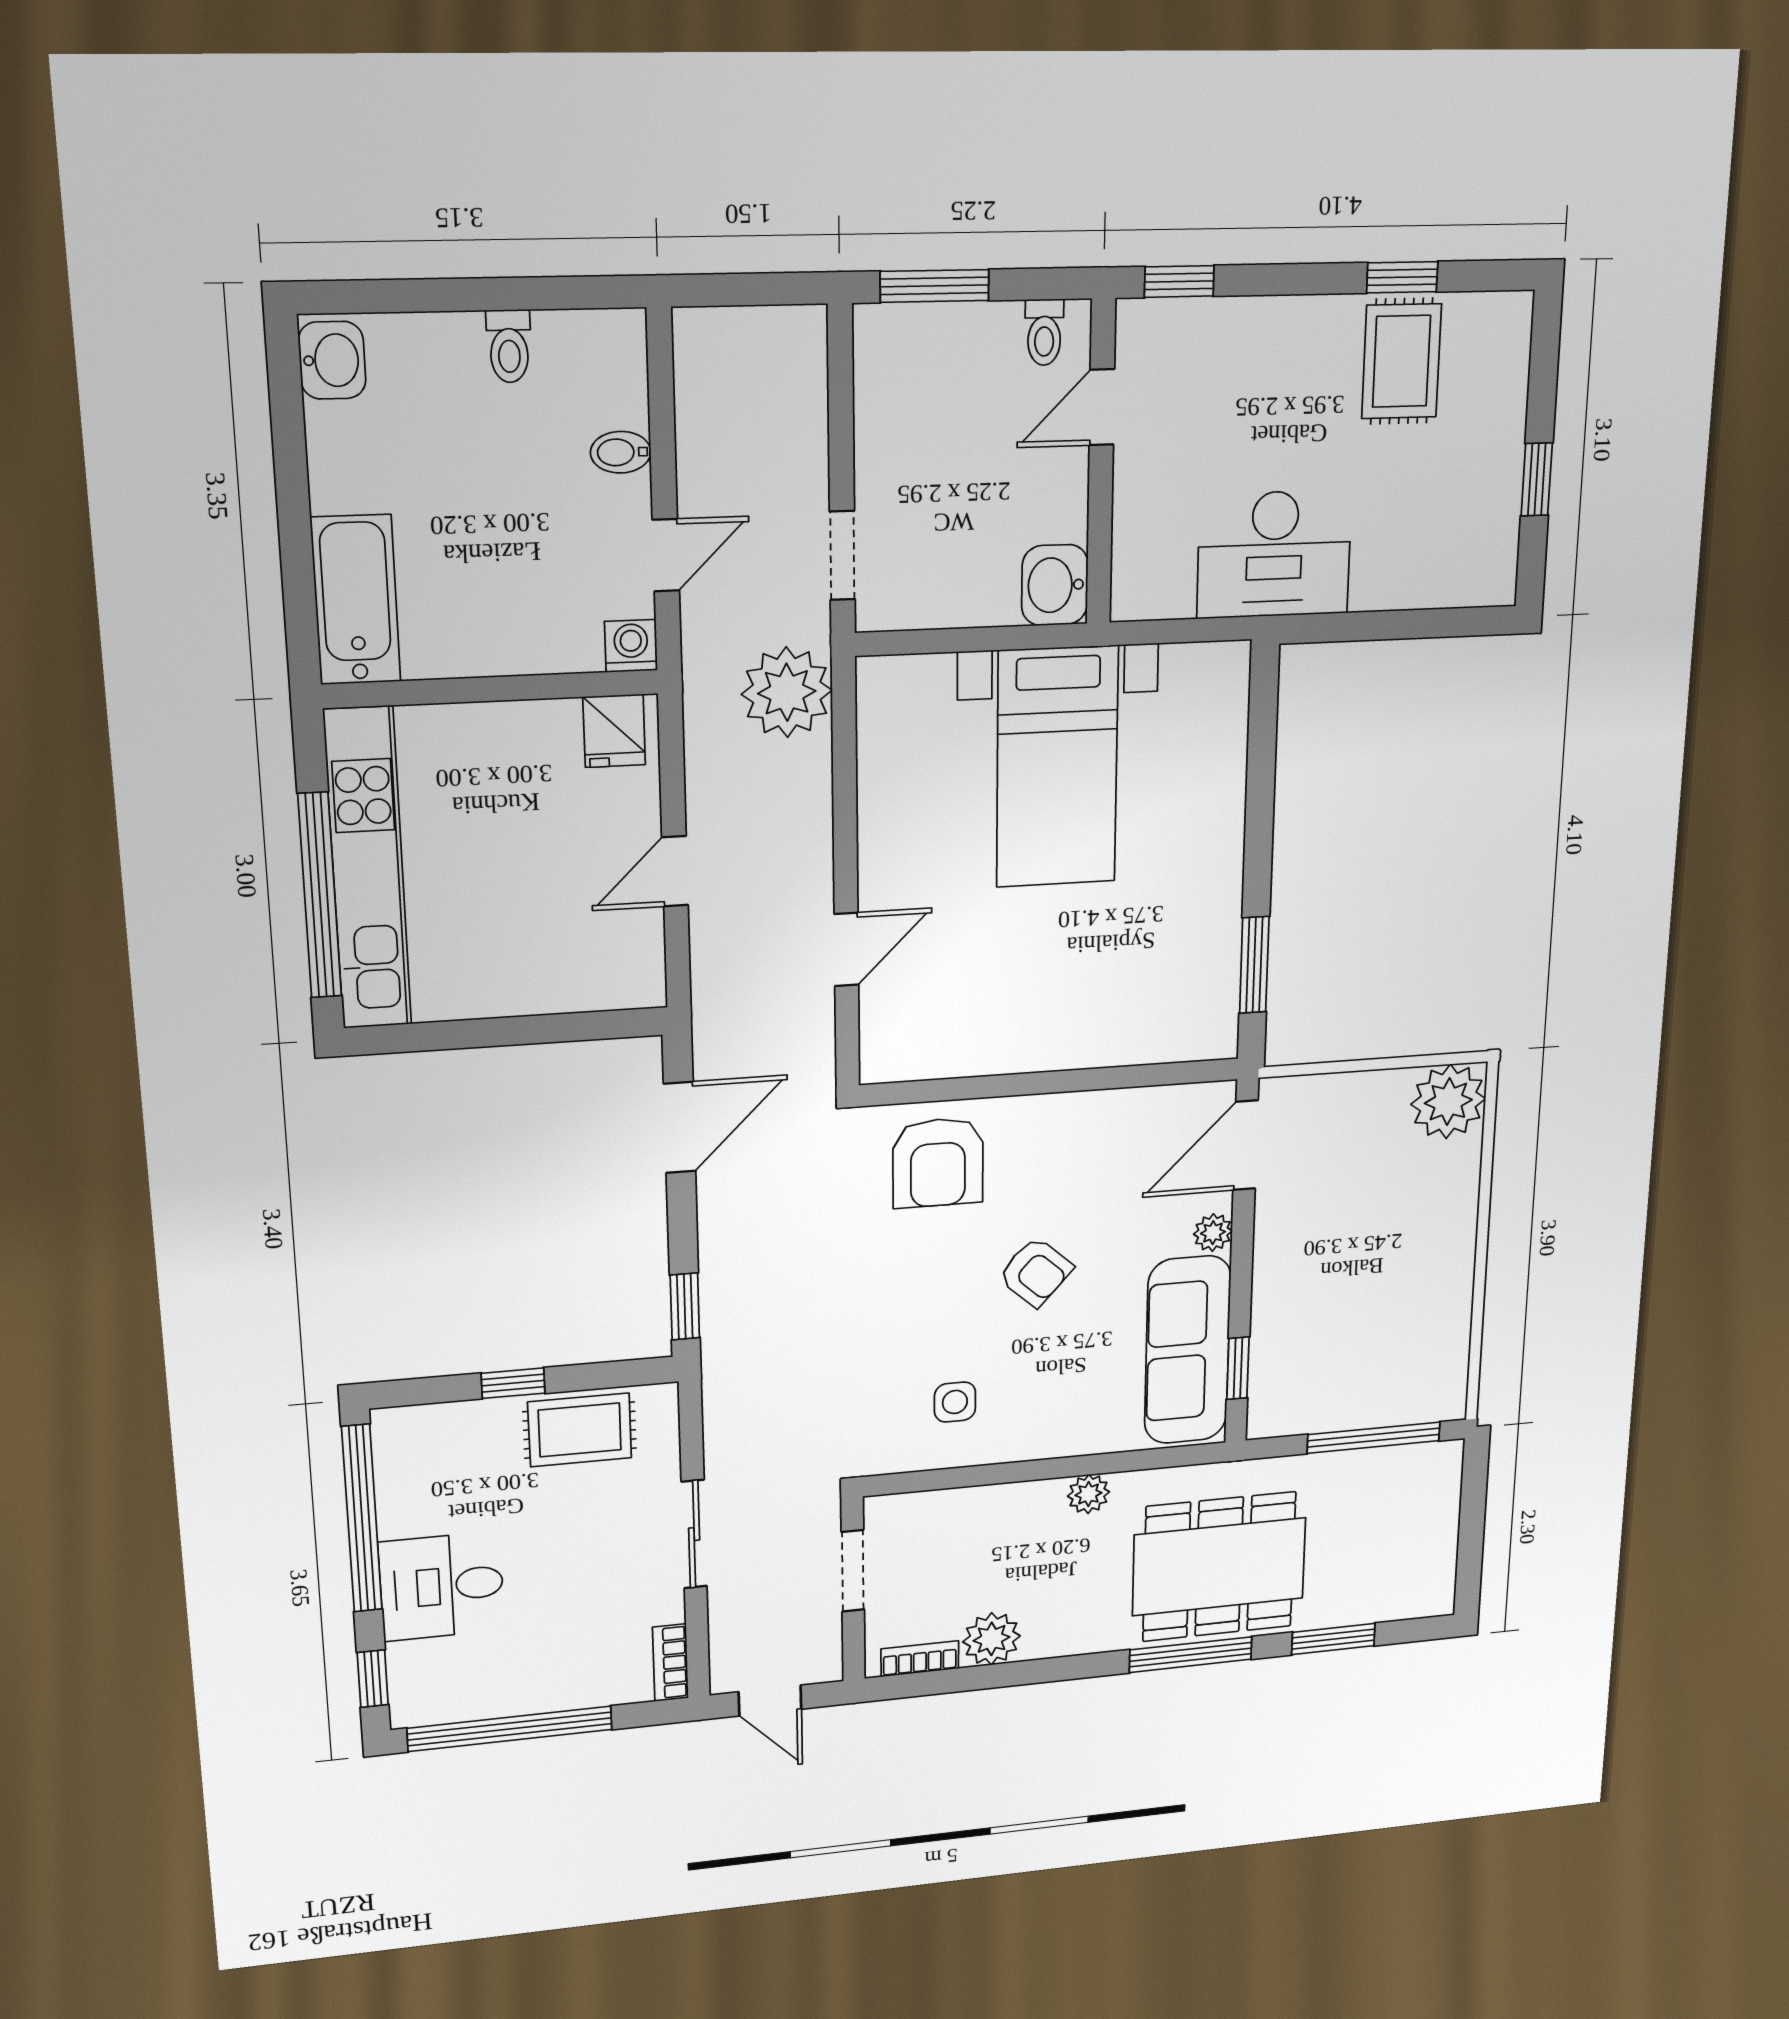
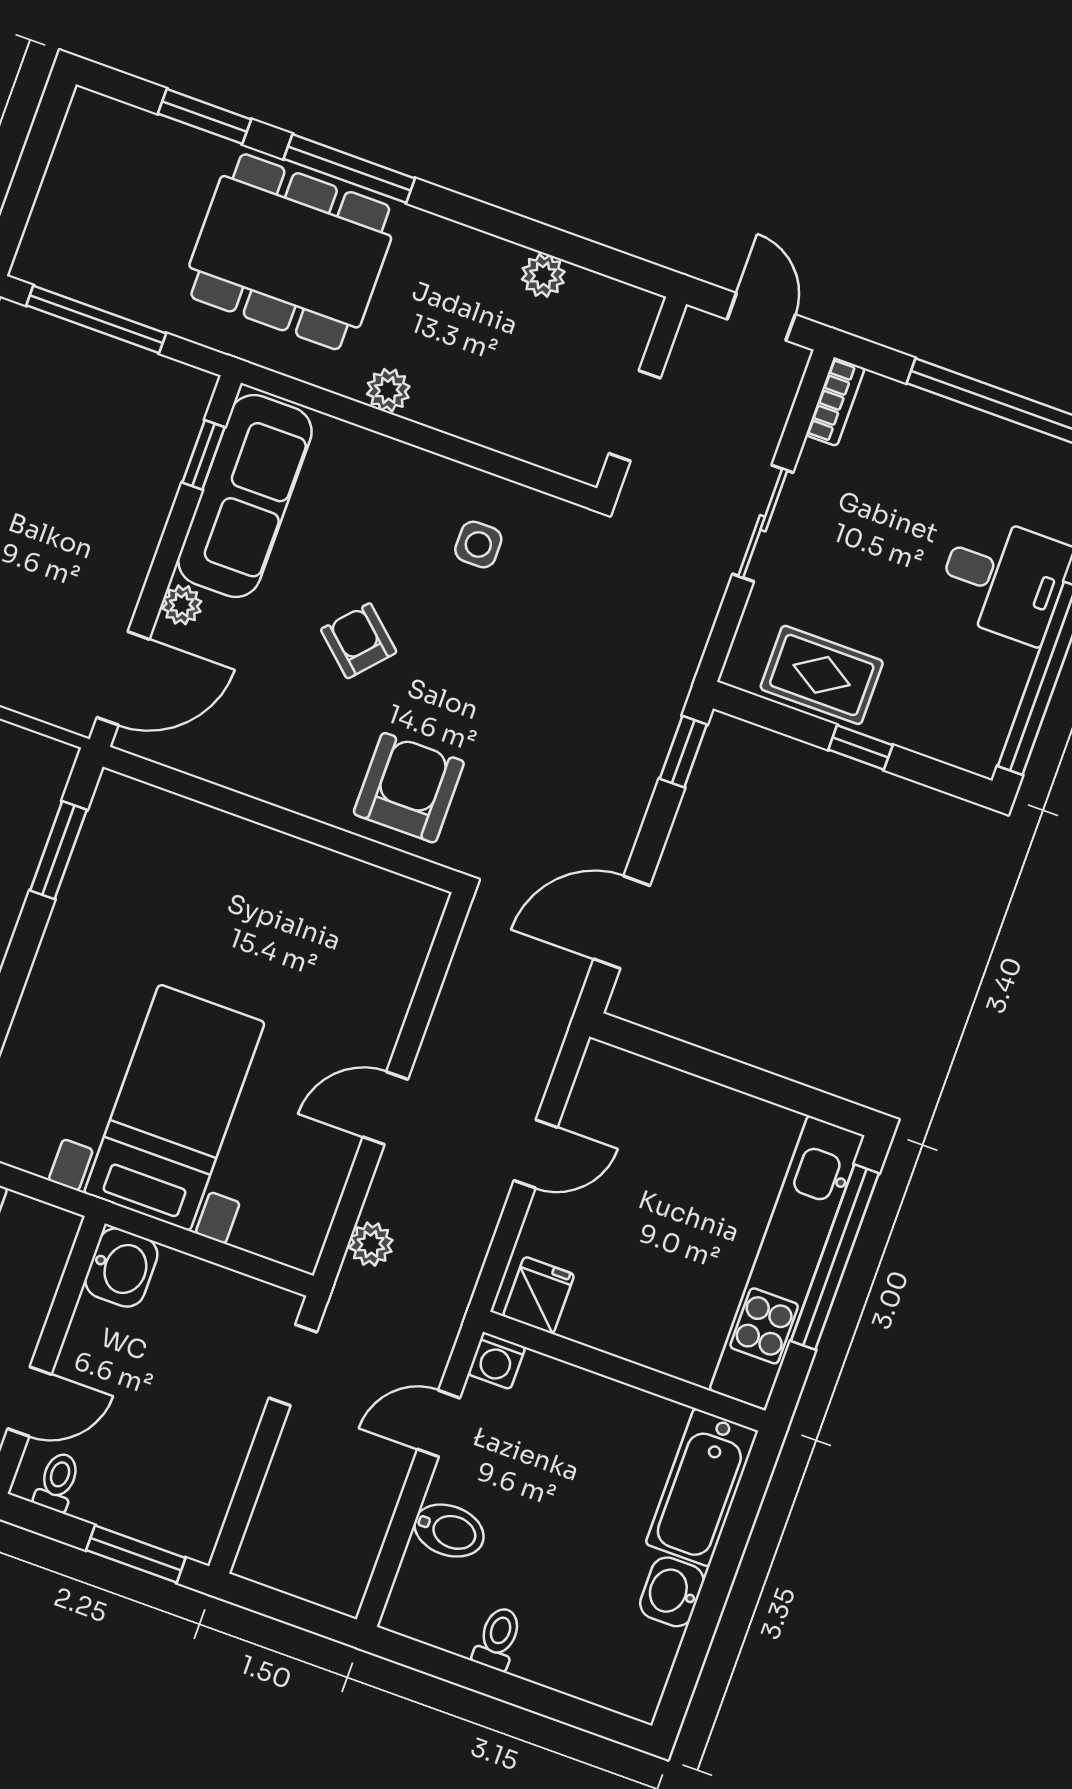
washbasin: (332, 360) -> (672, 1592), moved
bidet: (621, 452) -> (449, 1531), width x1.38, depth x1.36
plant: (787, 692) -> (371, 1244), width x0.53, depth x0.53
door: (846, 949) -> (385, 1108), moved
plant: (992, 1639) -> (543, 275), width x0.73, depth x0.73
bookcase: (920, 1659) -> (607, 292), removed

